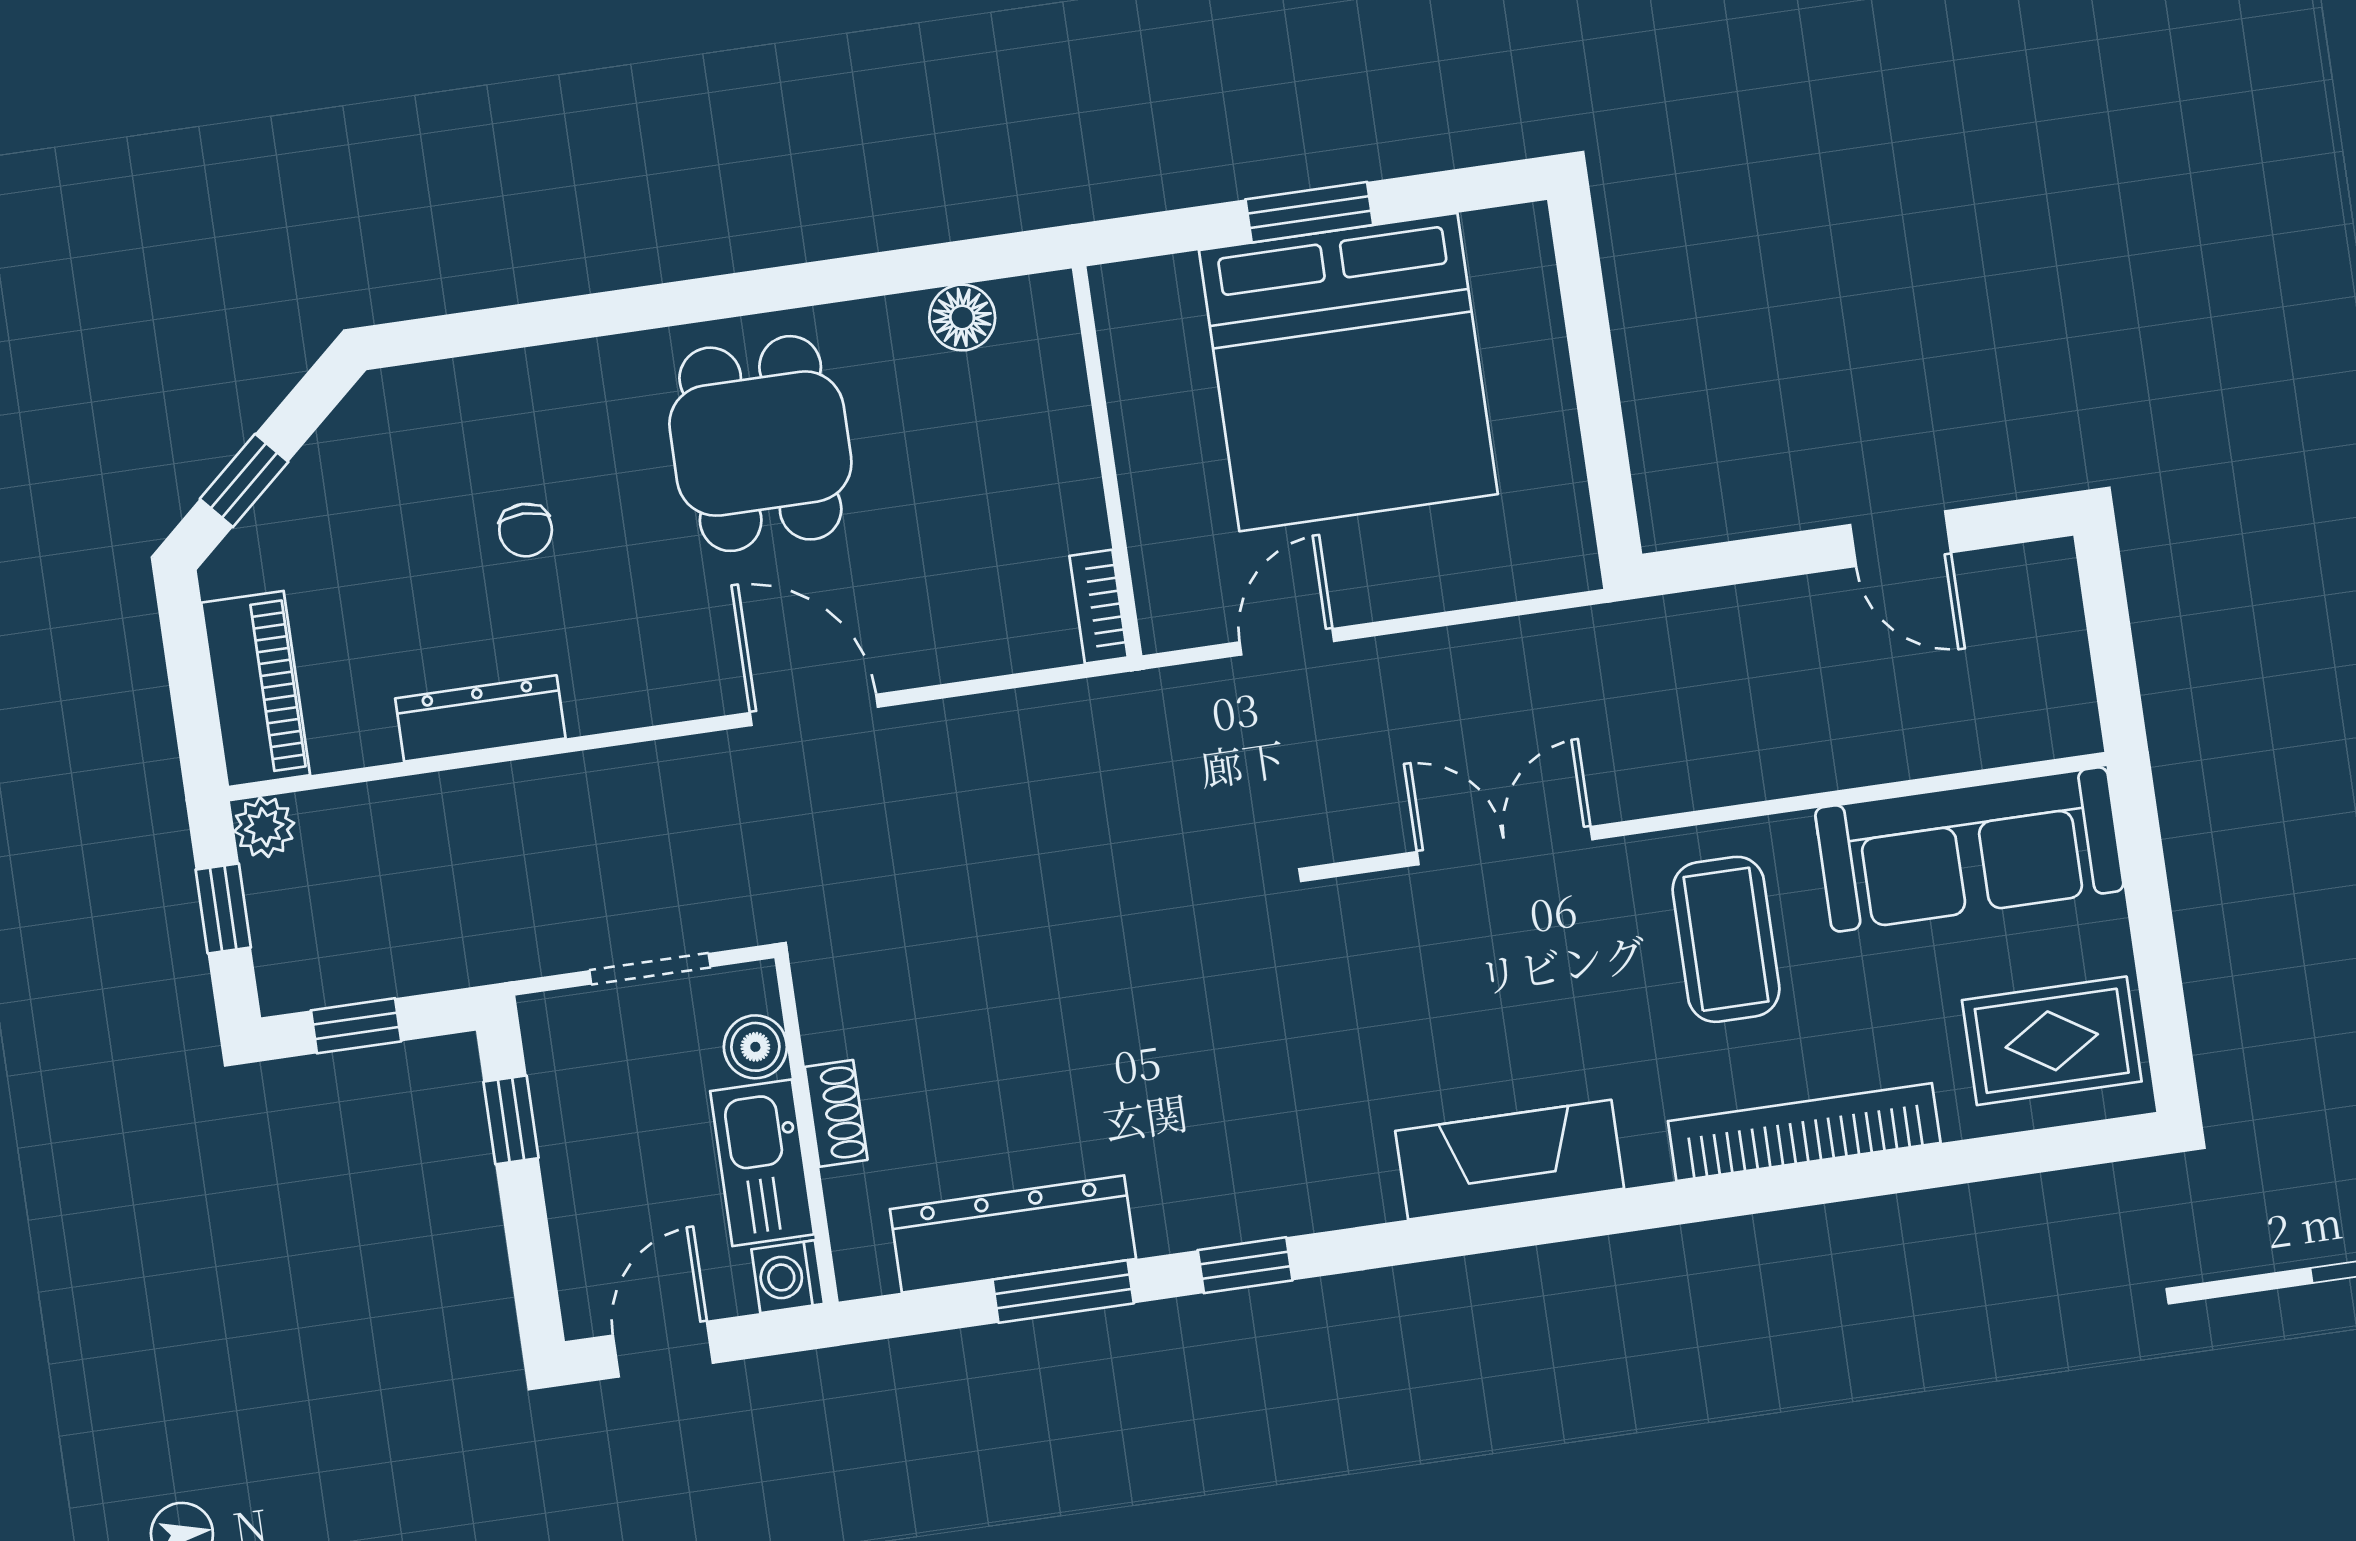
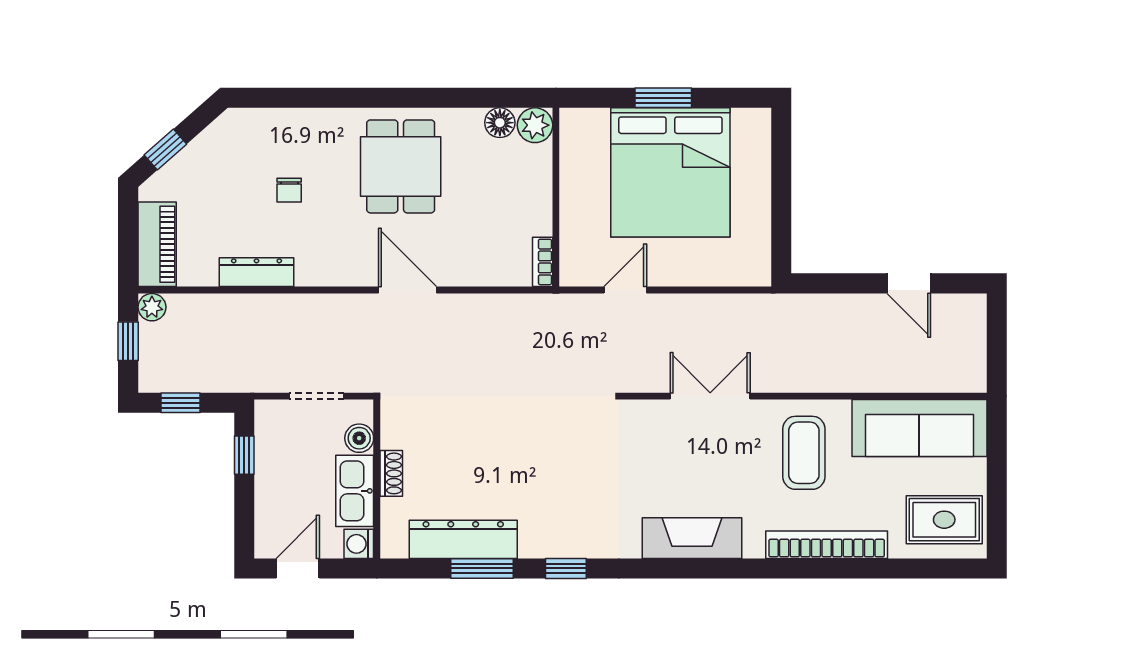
plant: (1039, 312) -> (535, 125), added

